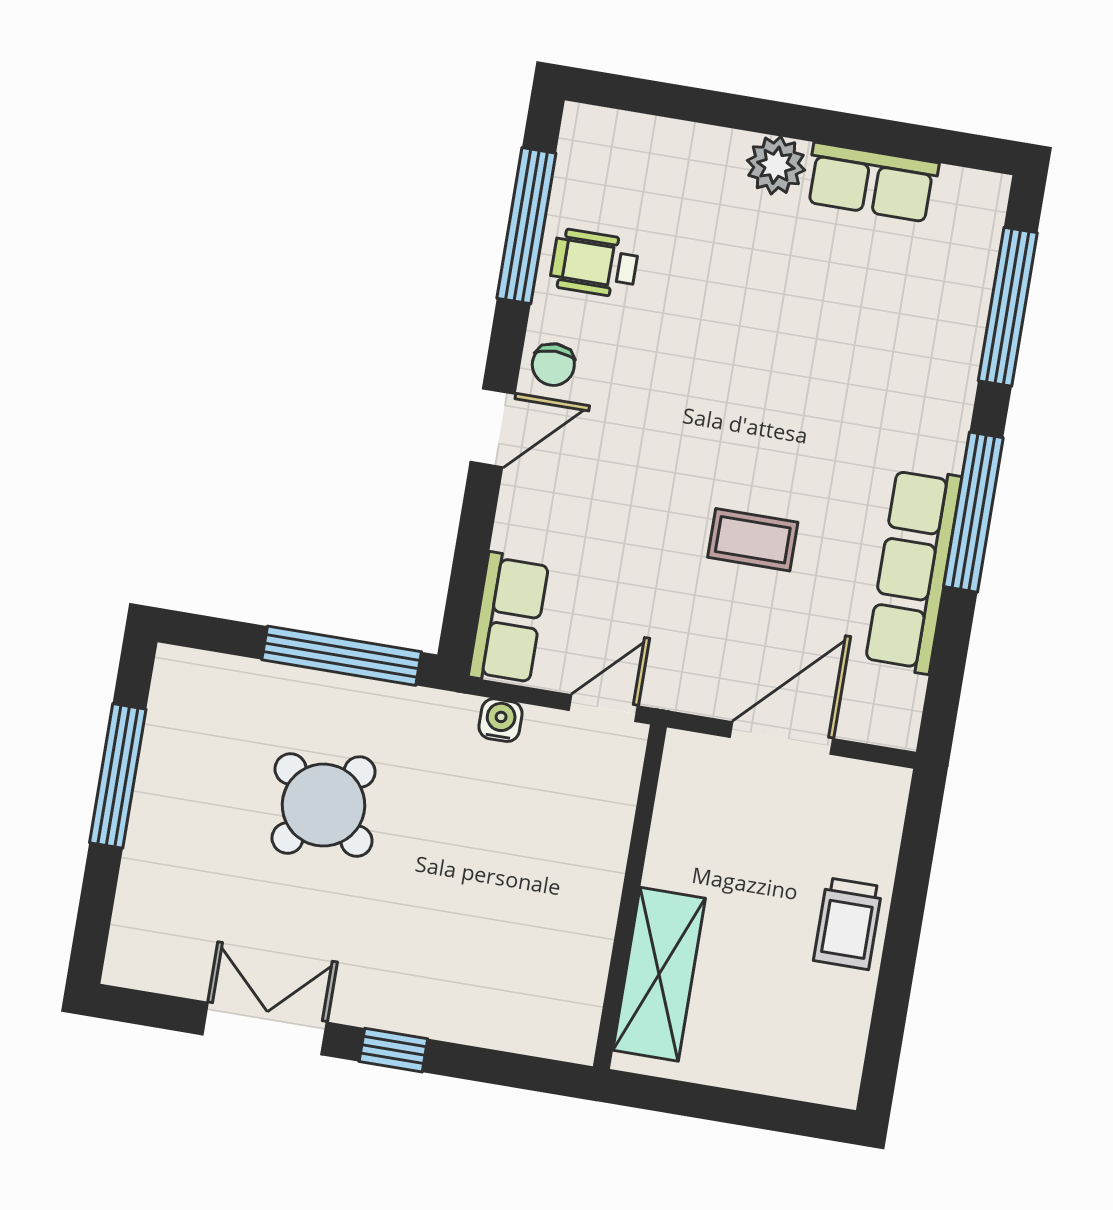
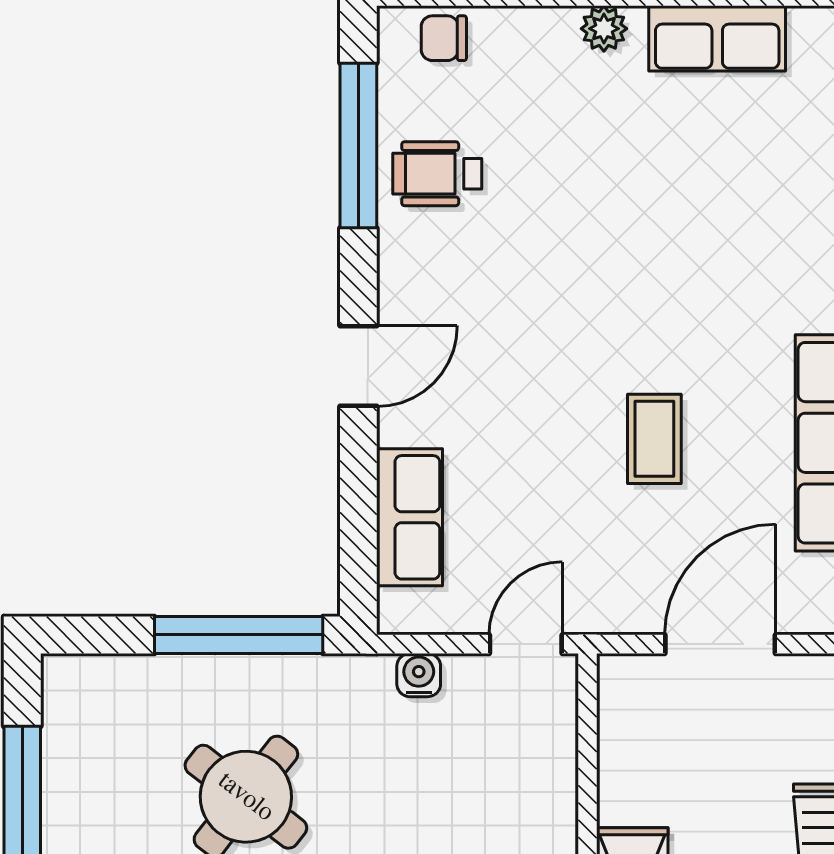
plant: (776, 165) -> (604, 29), width x0.73, depth x0.73
chair: (553, 365) -> (444, 38), moved, turned 90
coffee table: (753, 540) -> (654, 439), turned 90
row of seats: (509, 619) -> (409, 517), moved

